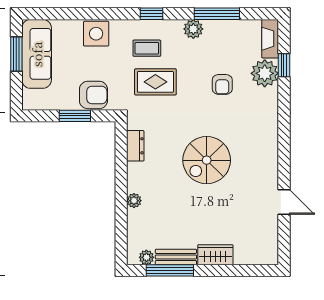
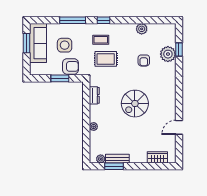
window: (217, 14) -> (73, 20), moved
plant: (193, 29) -> (142, 29), moved
side table: (96, 34) -> (65, 45), moved
fireplace: (270, 39) -> (171, 34), removed
door: (284, 202) -> (179, 127), swing flipped
wardrobe: (215, 255) -> (157, 157), moved
window: (170, 270) -> (114, 166), width x0.69

